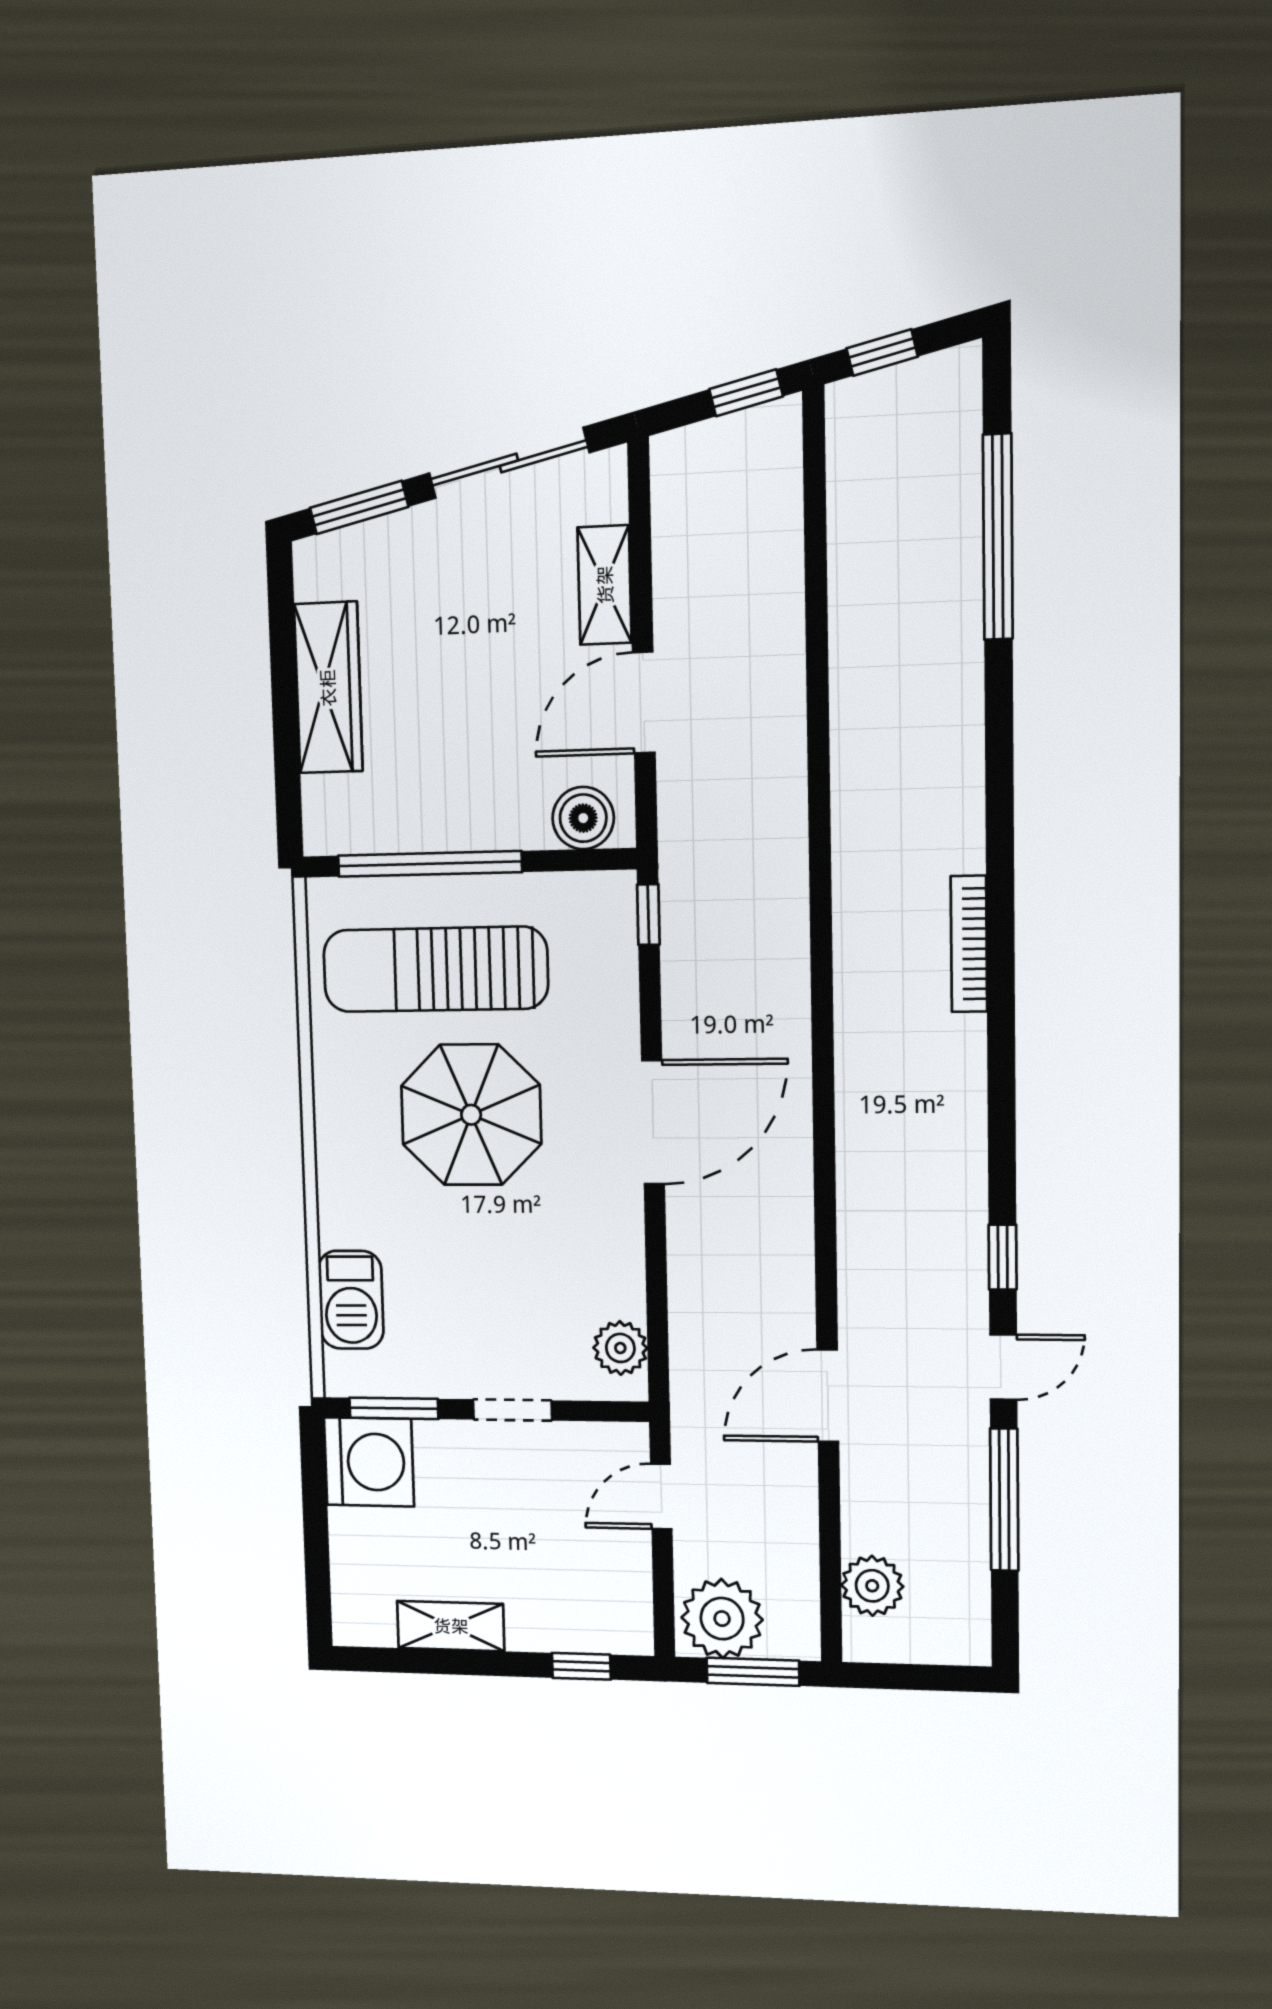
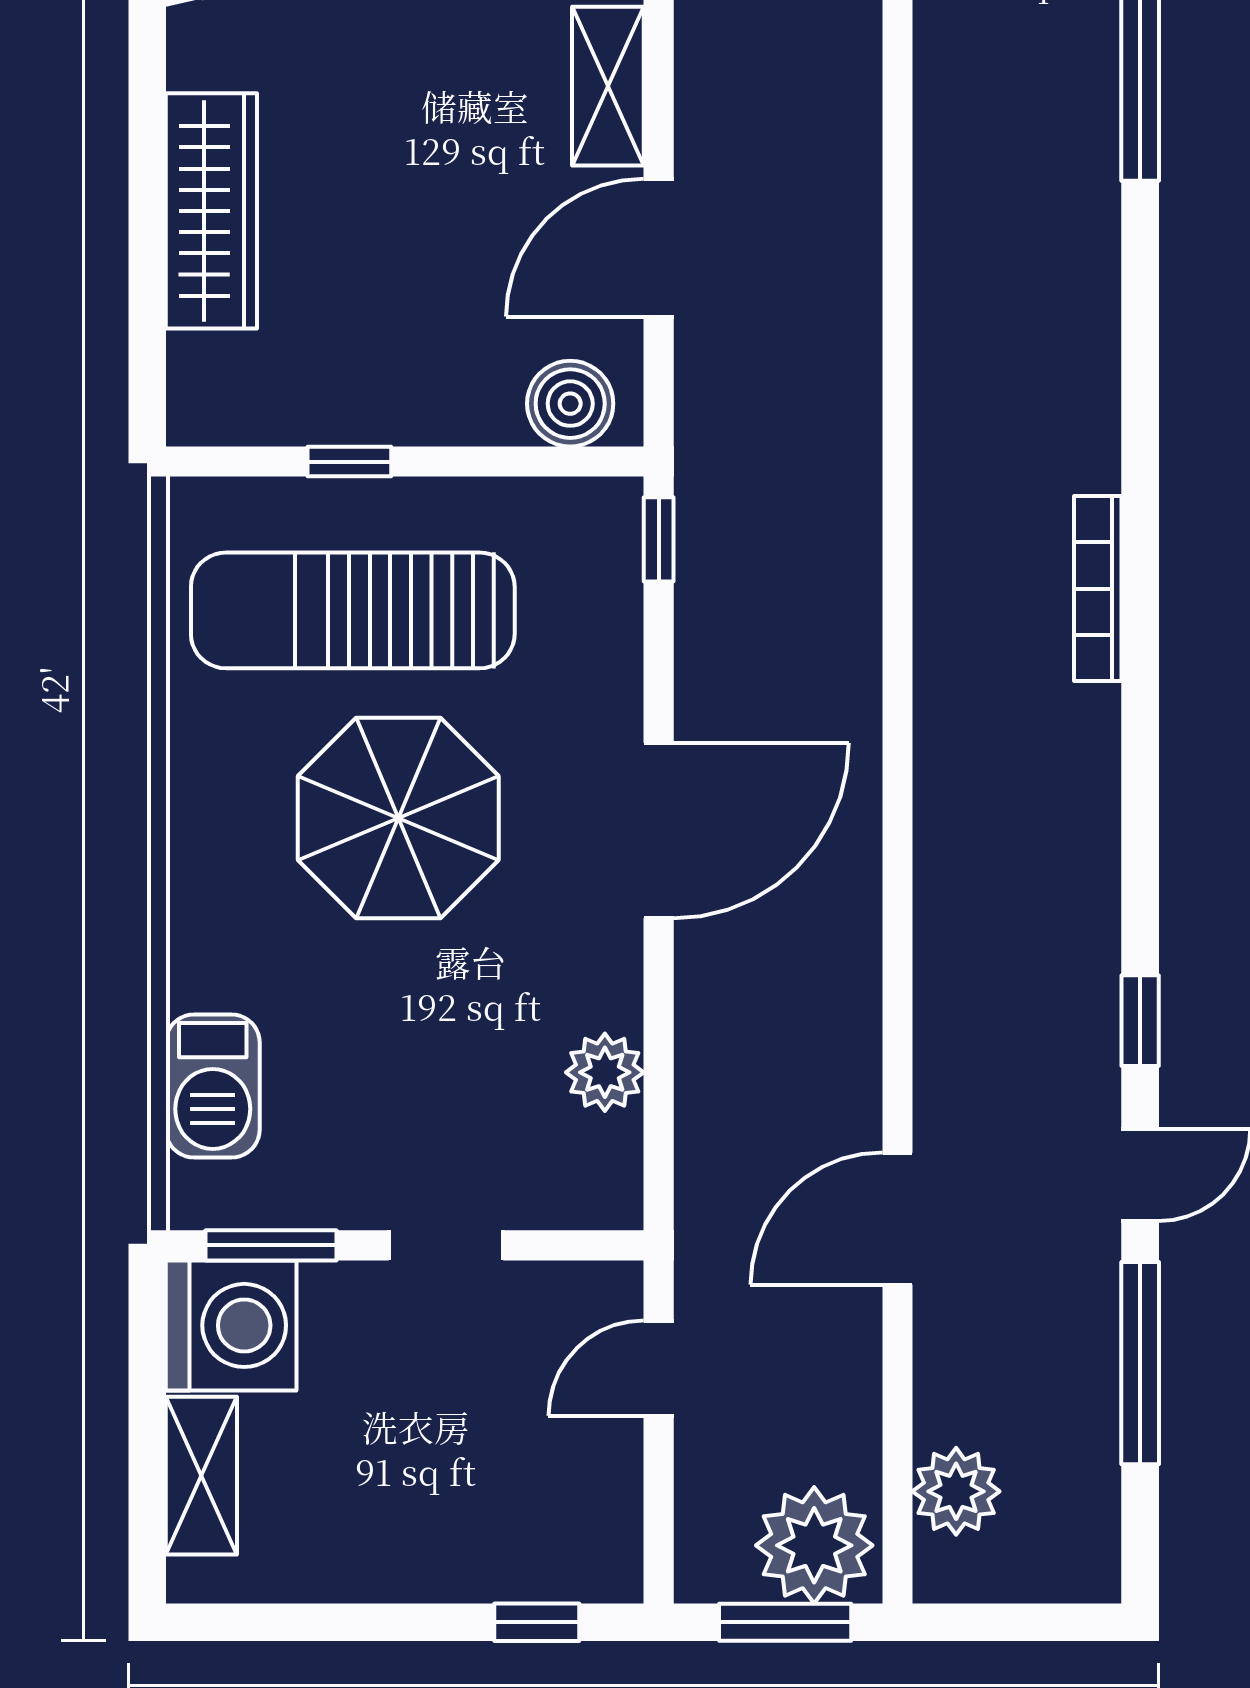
window: (430, 864) -> (349, 462), width x0.32
plant: (620, 1348) -> (605, 1072), moved
plant: (722, 1619) -> (814, 1545), moved
shelving: (451, 1626) -> (201, 1476), moved, turned 90

